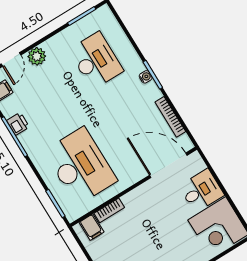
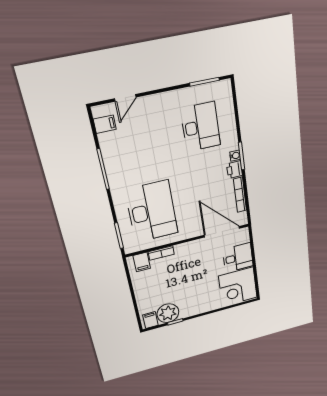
plant: (37, 56) -> (150, 104), removed
printer: (18, 124) -> (234, 170), moved, turned 180

